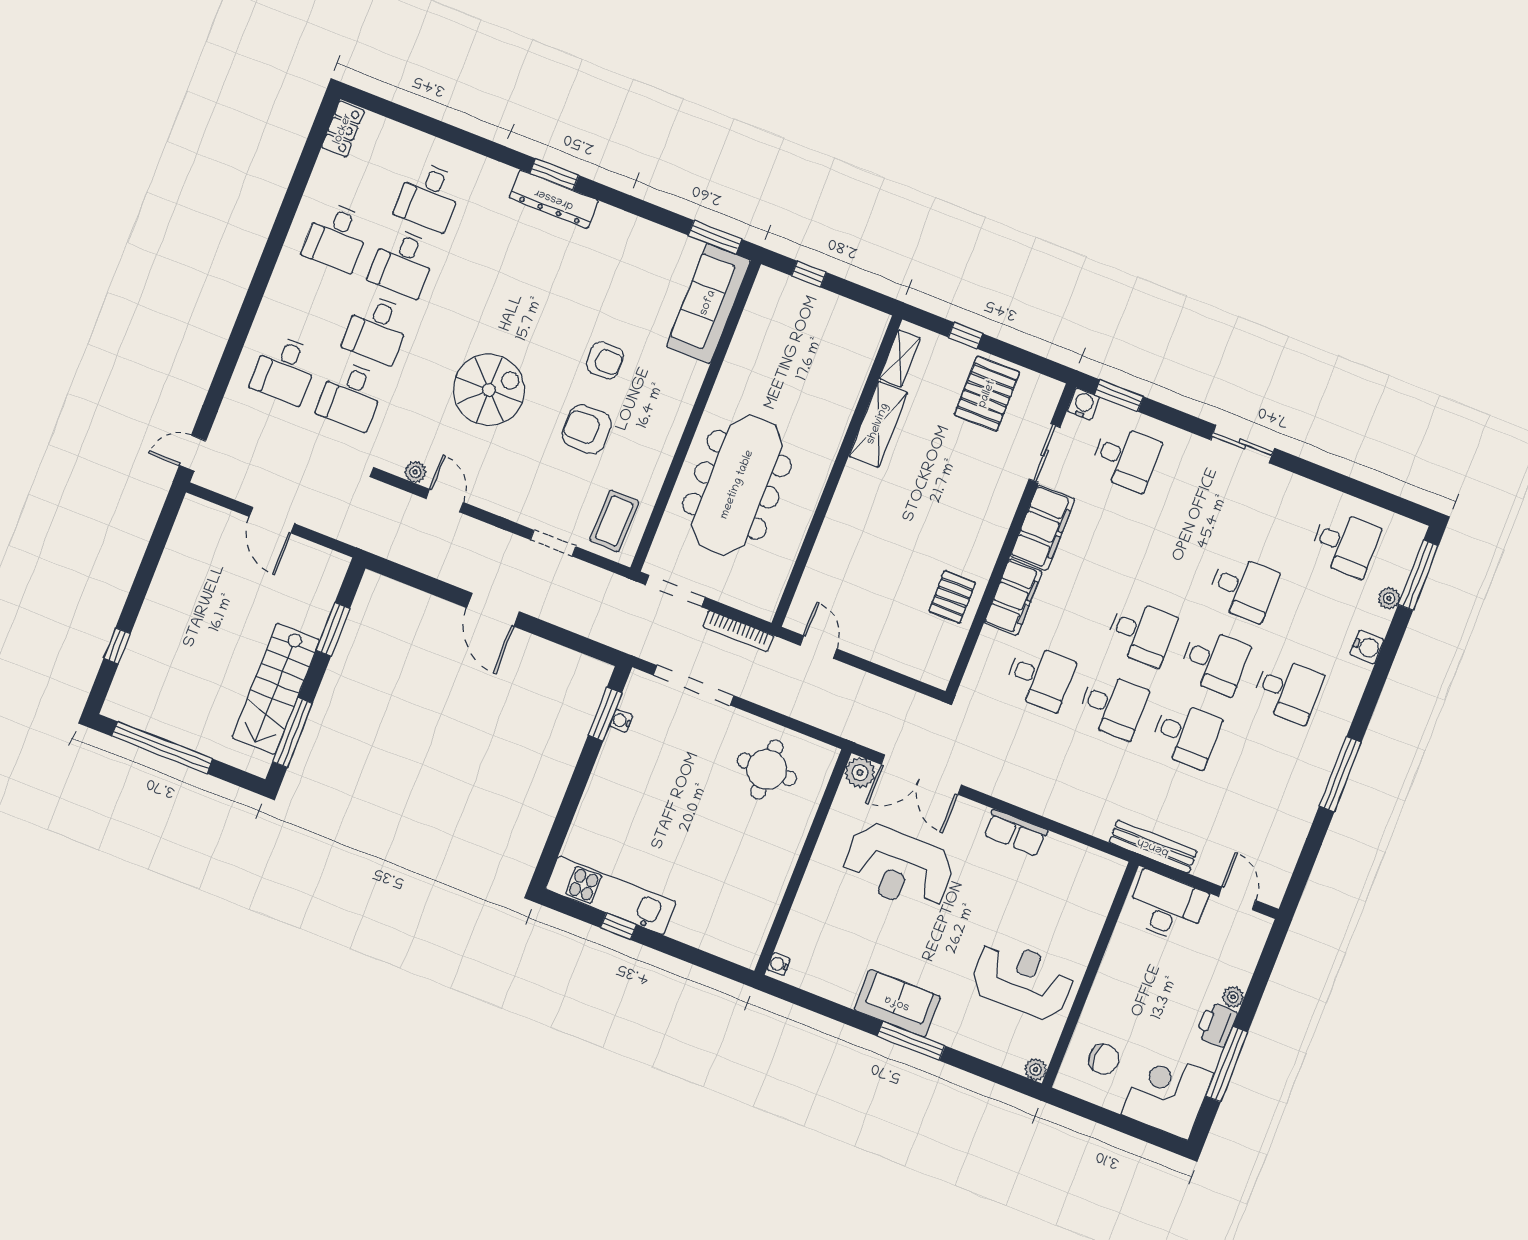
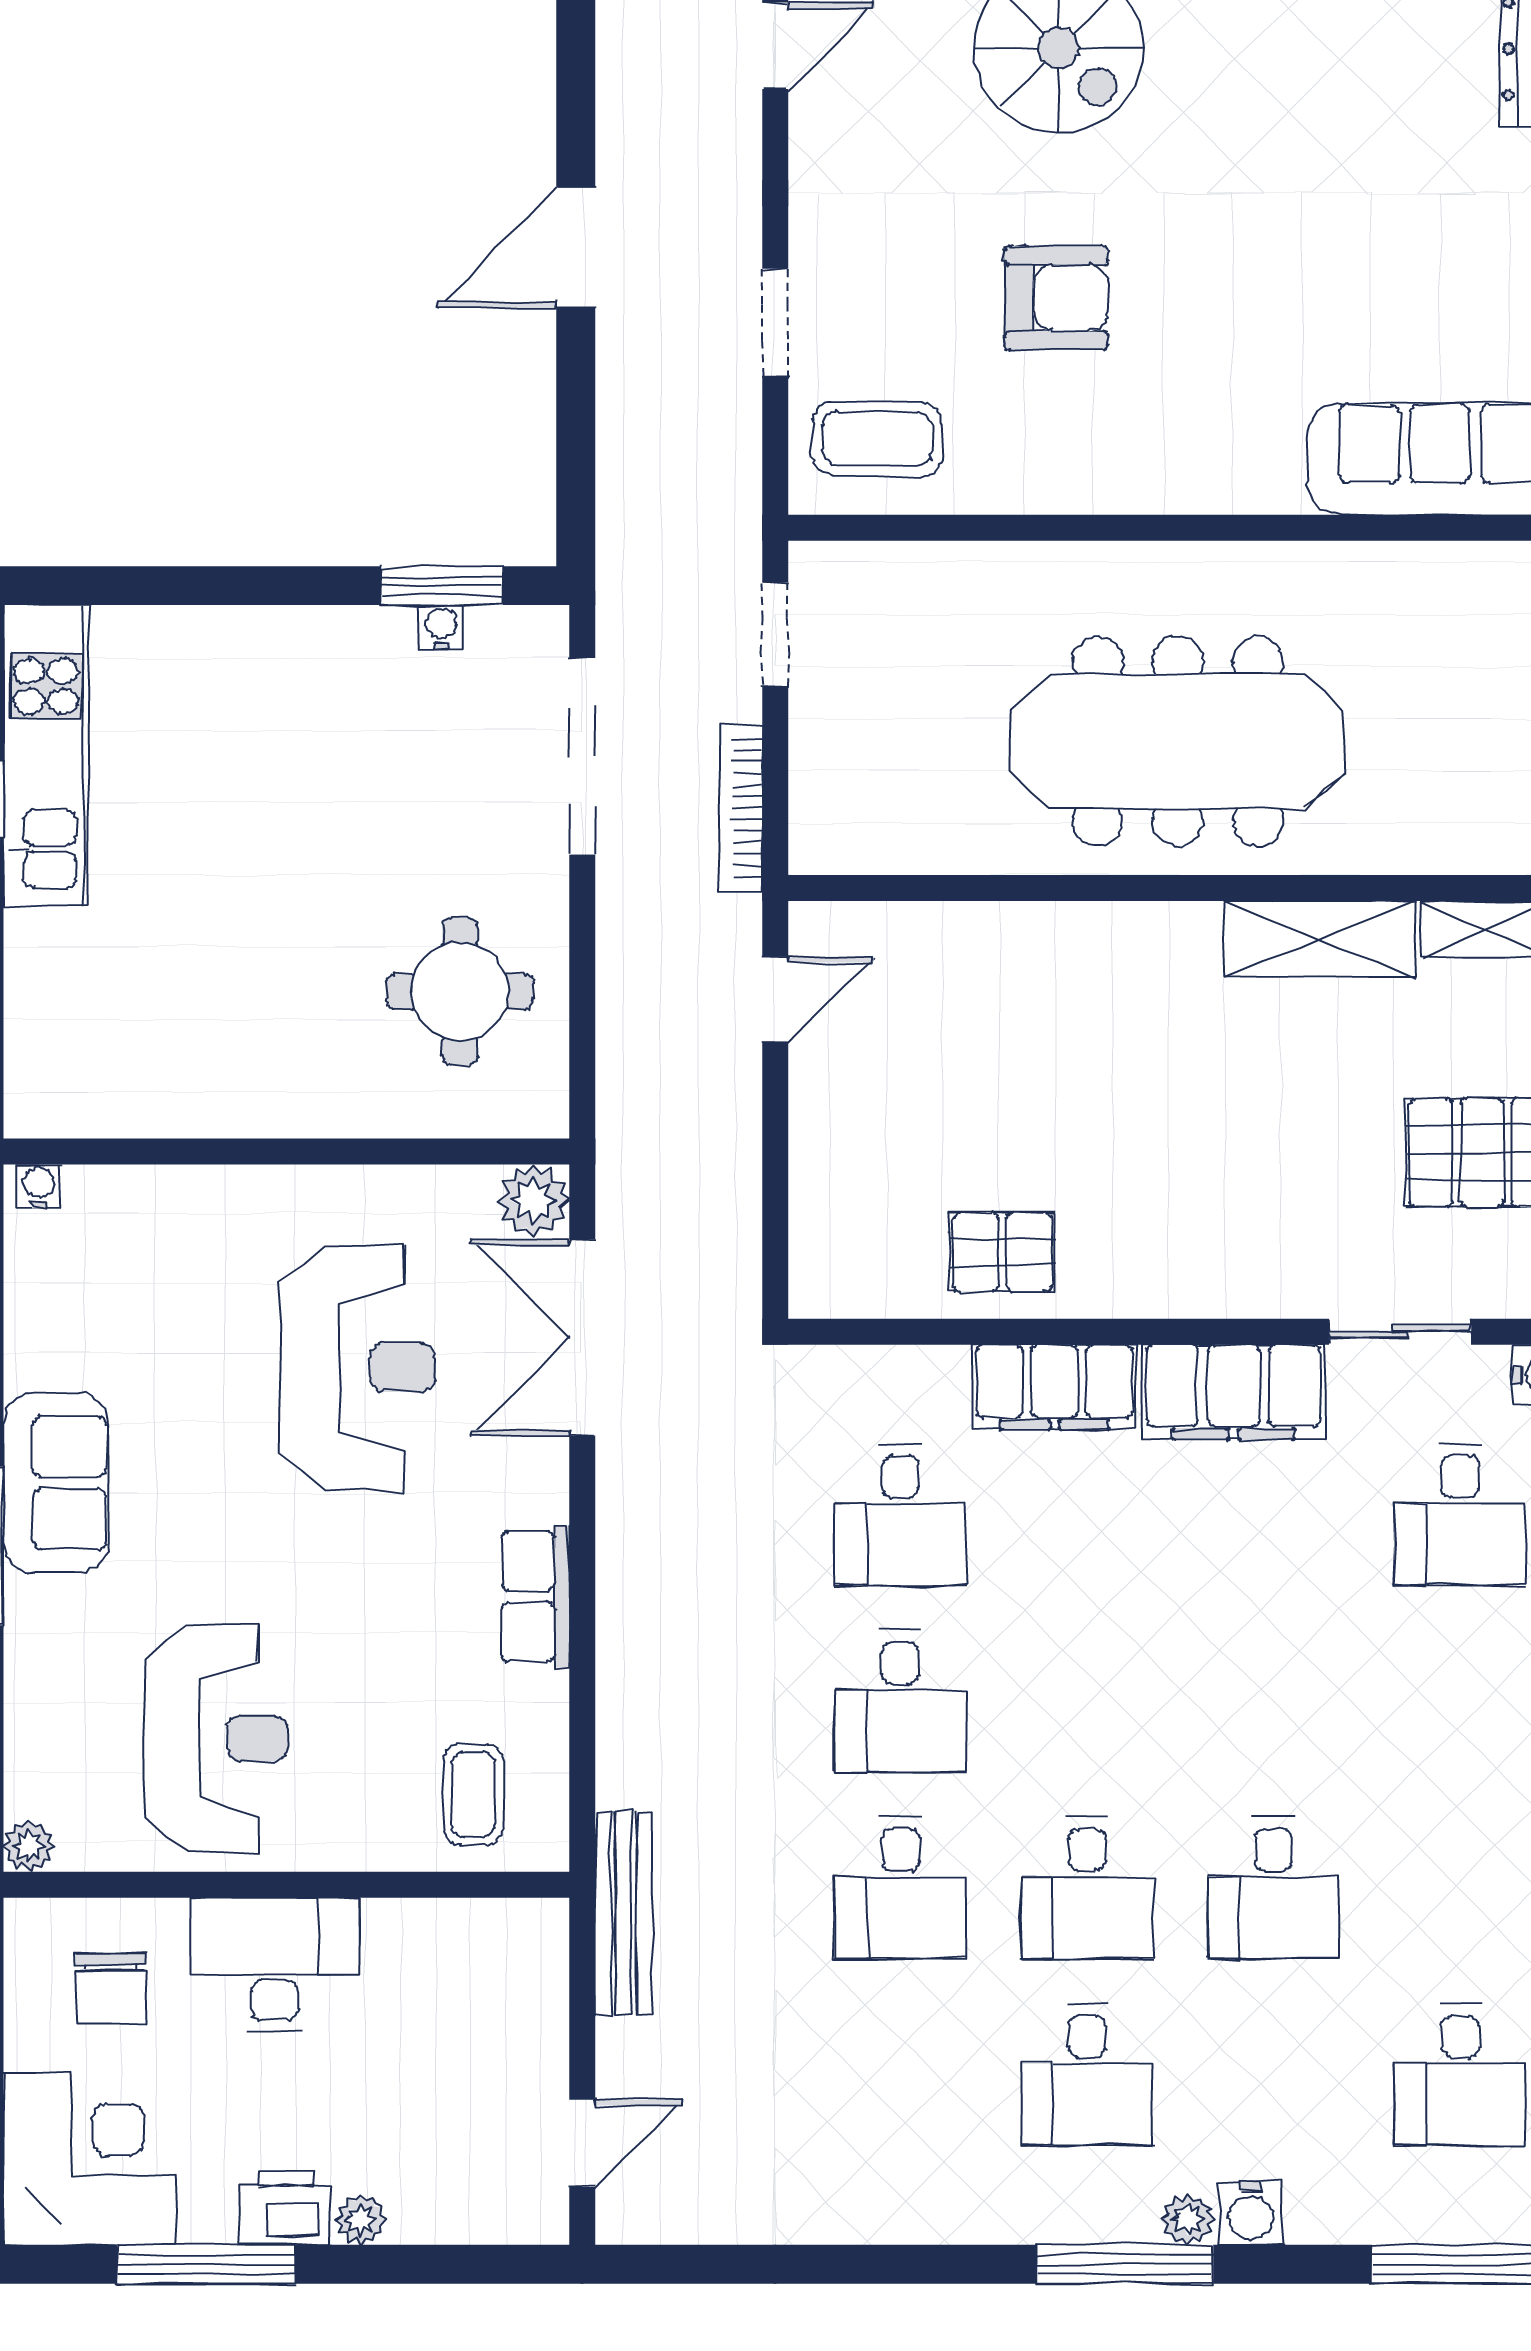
armchair: (605, 360) -> (1224, 279), removed
armchair: (587, 429) -> (1056, 298), turned 90
meeting table: (737, 485) -> (1178, 741), moved
doorway: (675, 591) -> (775, 634), width x0.73
plant: (1389, 598) -> (1188, 2219), moved
desk: (1141, 633) -> (1087, 1701), removed
window: (1340, 774) -> (1125, 2264), moved
reception desk: (898, 867) -> (357, 1367), turned 180
coffee table: (1084, 887) -> (473, 1794), added
desk: (1167, 907) -> (275, 1964), moved, turned -90

